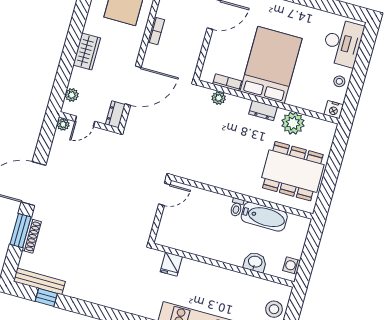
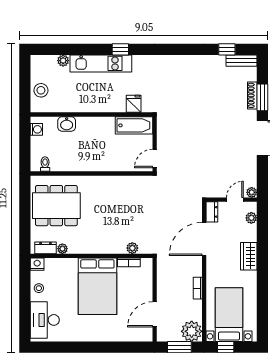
dresser: (263, 110) -> (46, 248), moved
plant: (293, 123) -> (62, 249), width x0.53, depth x0.53
toilet: (237, 207) -> (45, 164), moved
bathtub: (264, 217) -> (134, 125), moved, turned 180
bench: (39, 281) -> (242, 61), width x0.73

